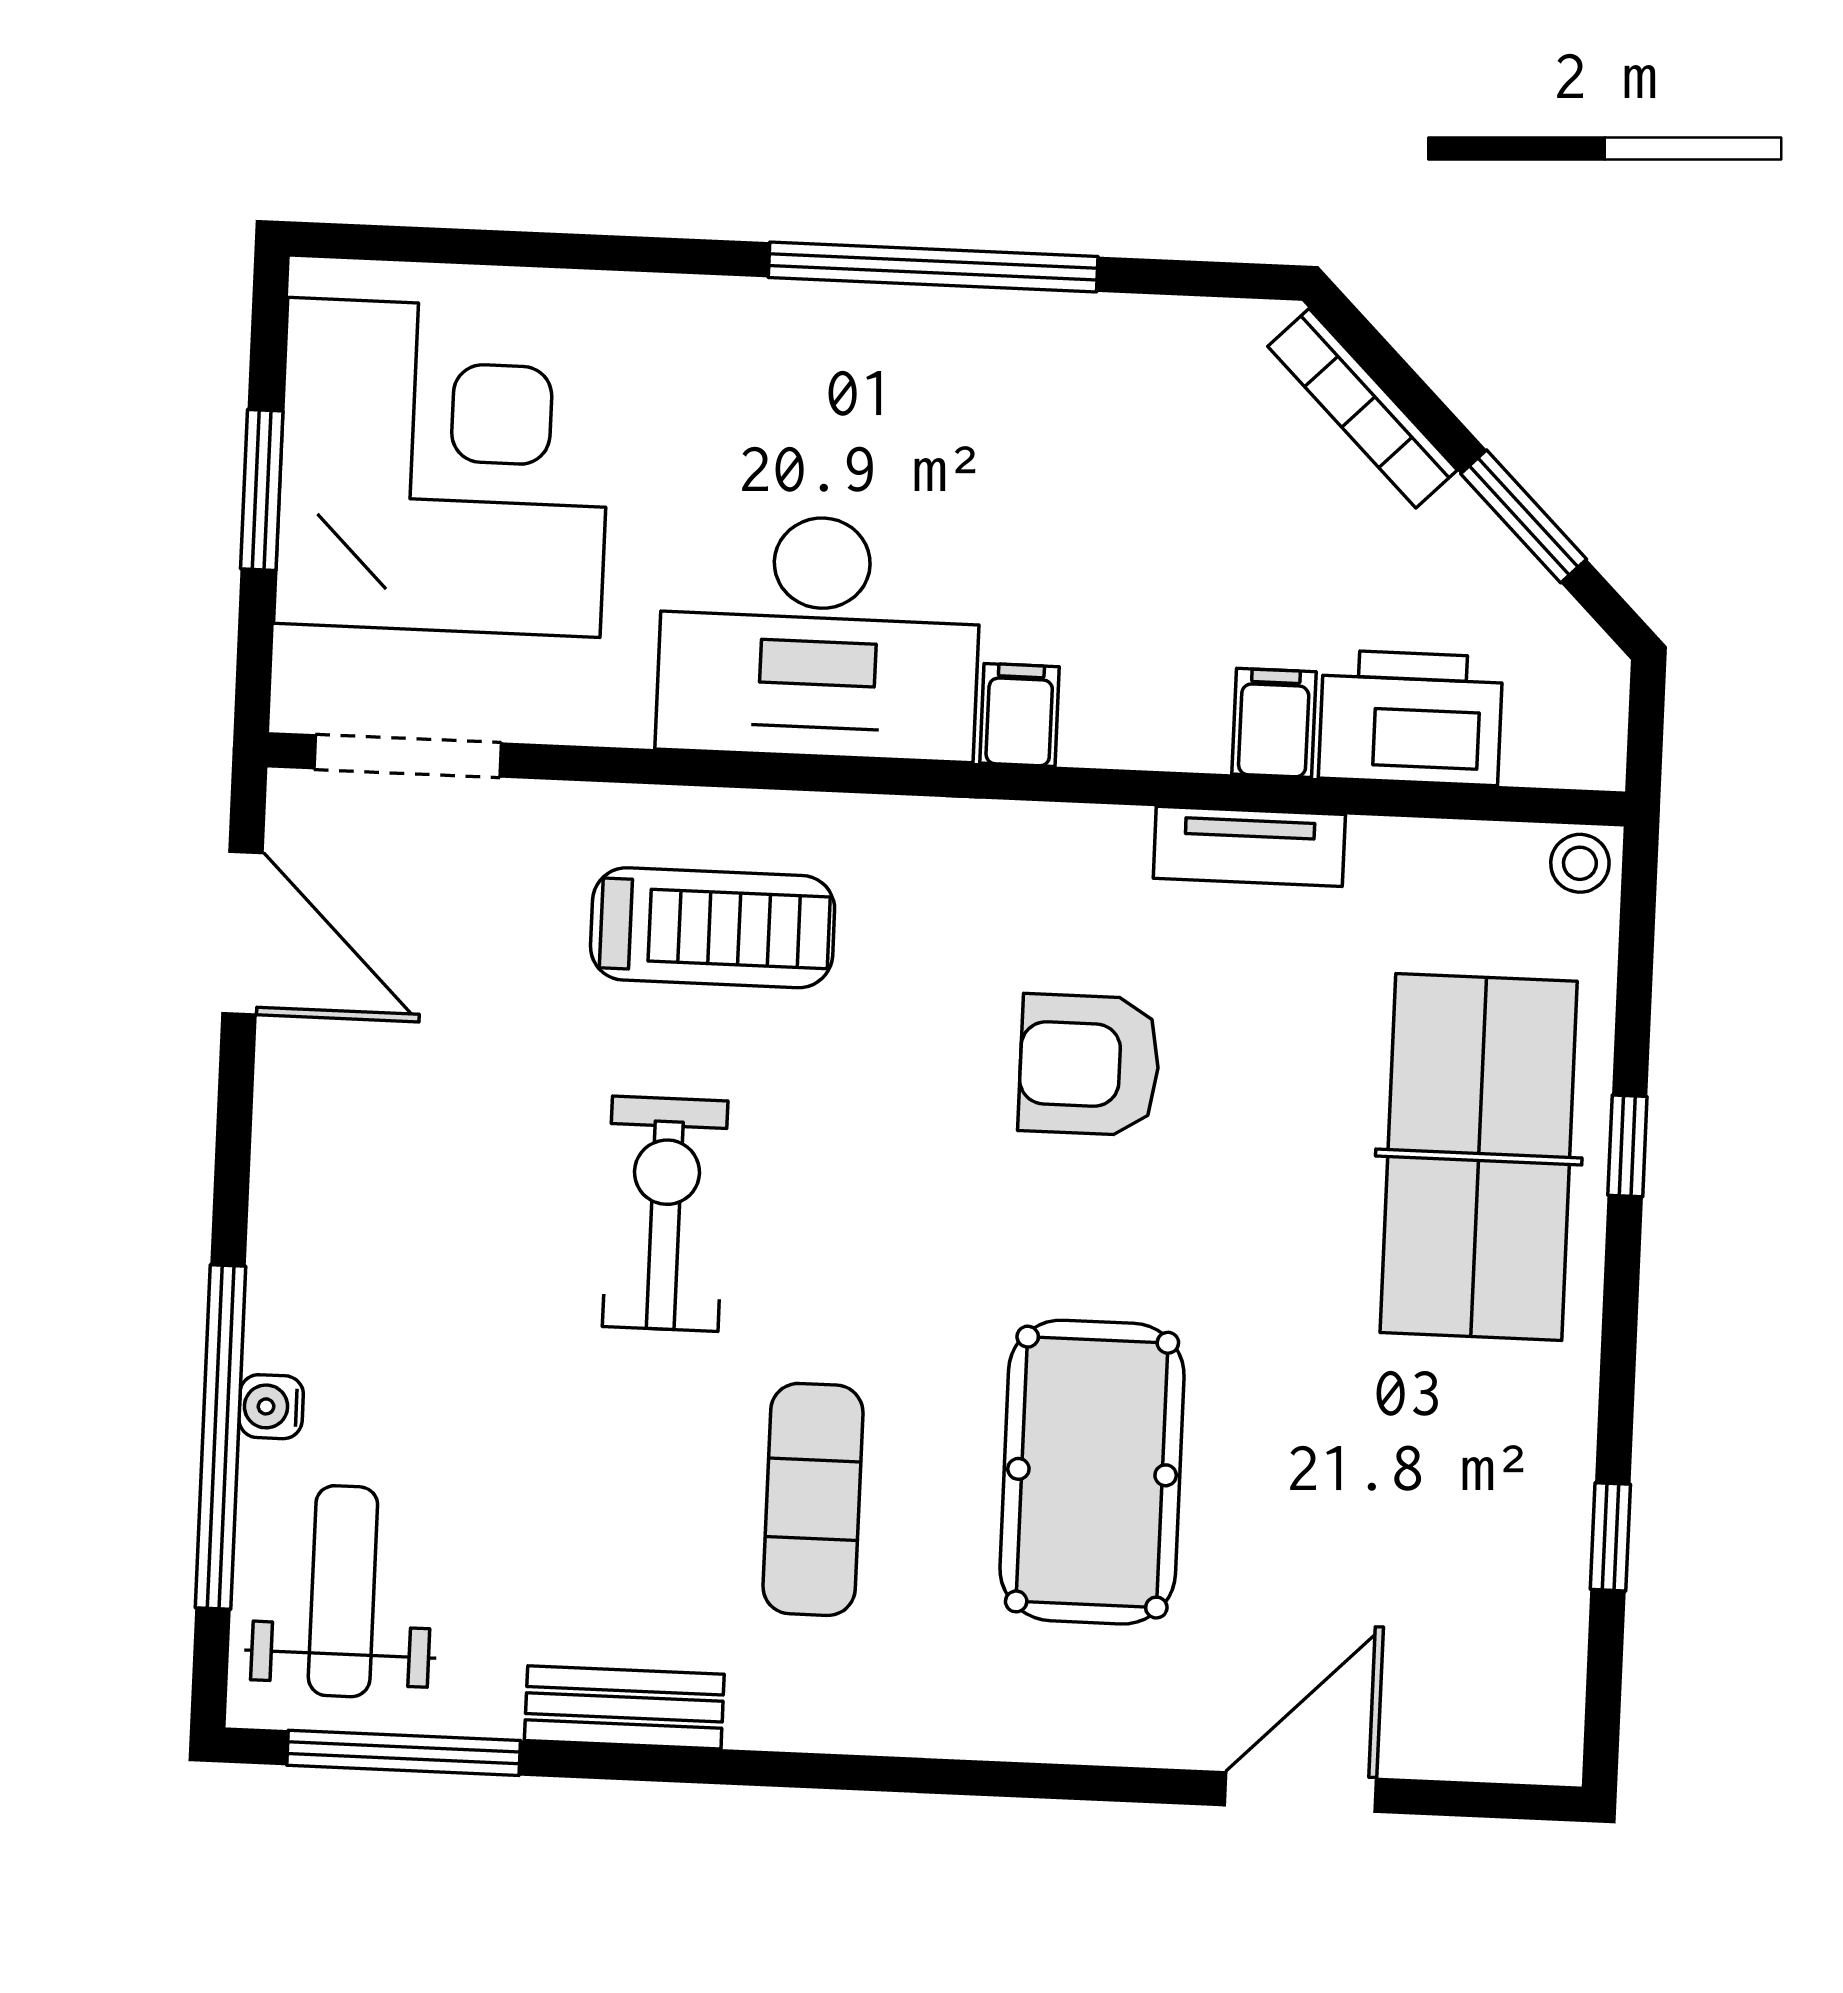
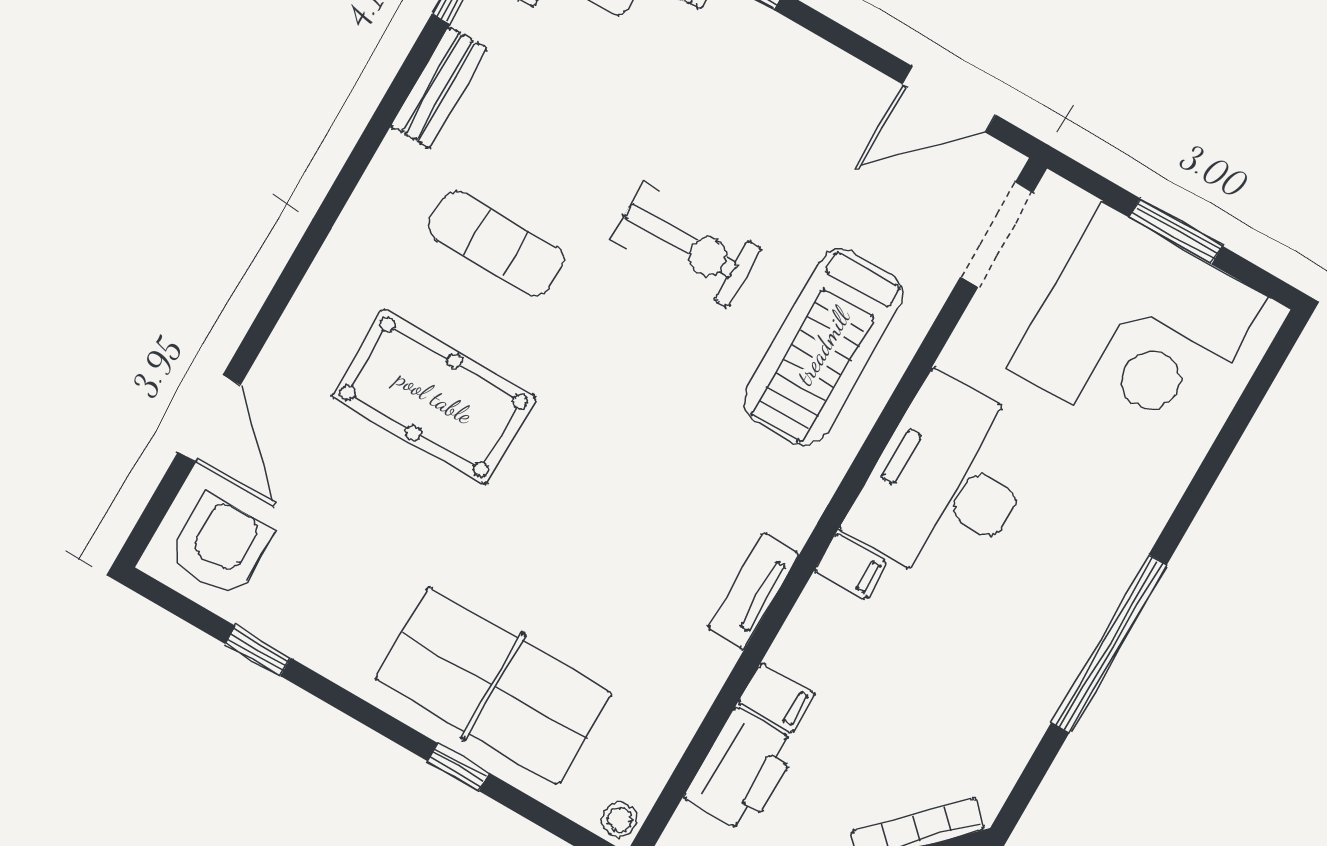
tv unit: (1249, 846) -> (753, 591), moved
treadmill: (713, 928) -> (823, 347), width x1.37, depth x1.38
armchair: (1089, 1065) -> (220, 546), moved

